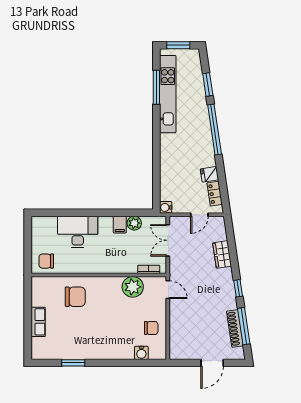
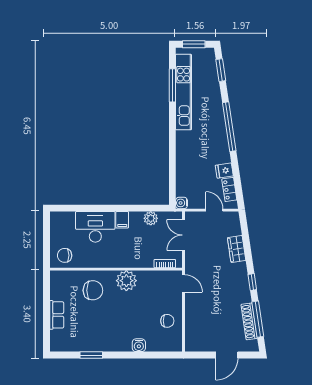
window: (208, 84) -> (221, 70), moved
door: (199, 215) -> (214, 210), swing flipped
filing cabinet: (120, 225) -> (122, 220), moved
plant: (133, 287) -> (126, 281), moved
water cooler: (141, 353) -> (139, 345), moved

